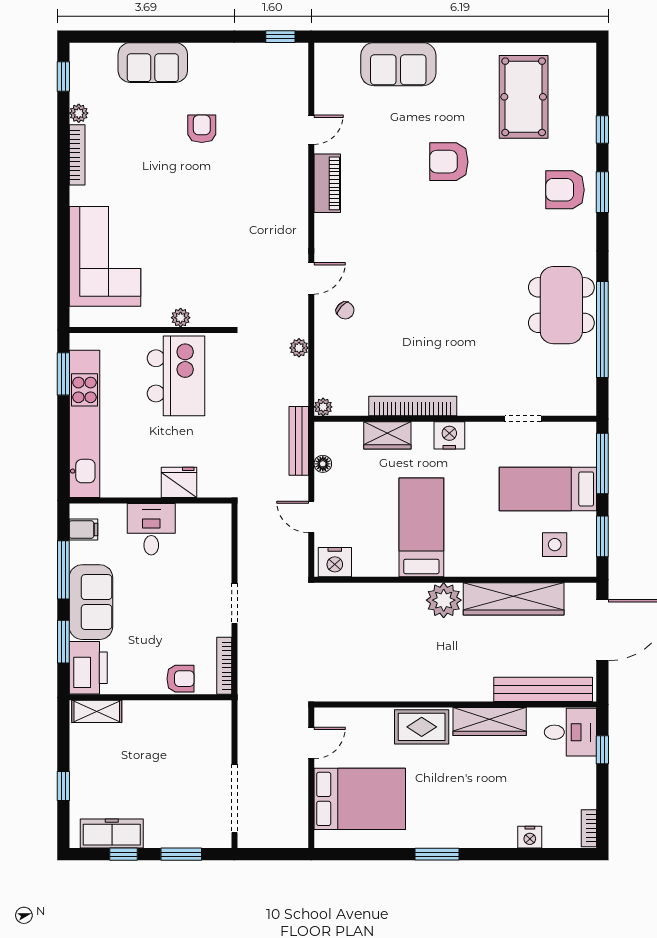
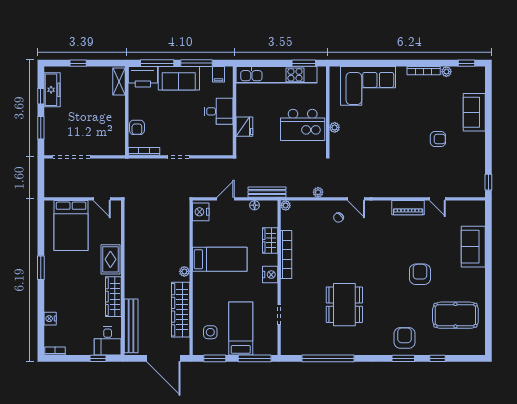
dining table: (561, 305) -> (344, 305), moved, turned 90
plant: (444, 600) -> (184, 271), width x0.53, depth x0.53
window: (63, 642) -> (157, 63), width x1.44

